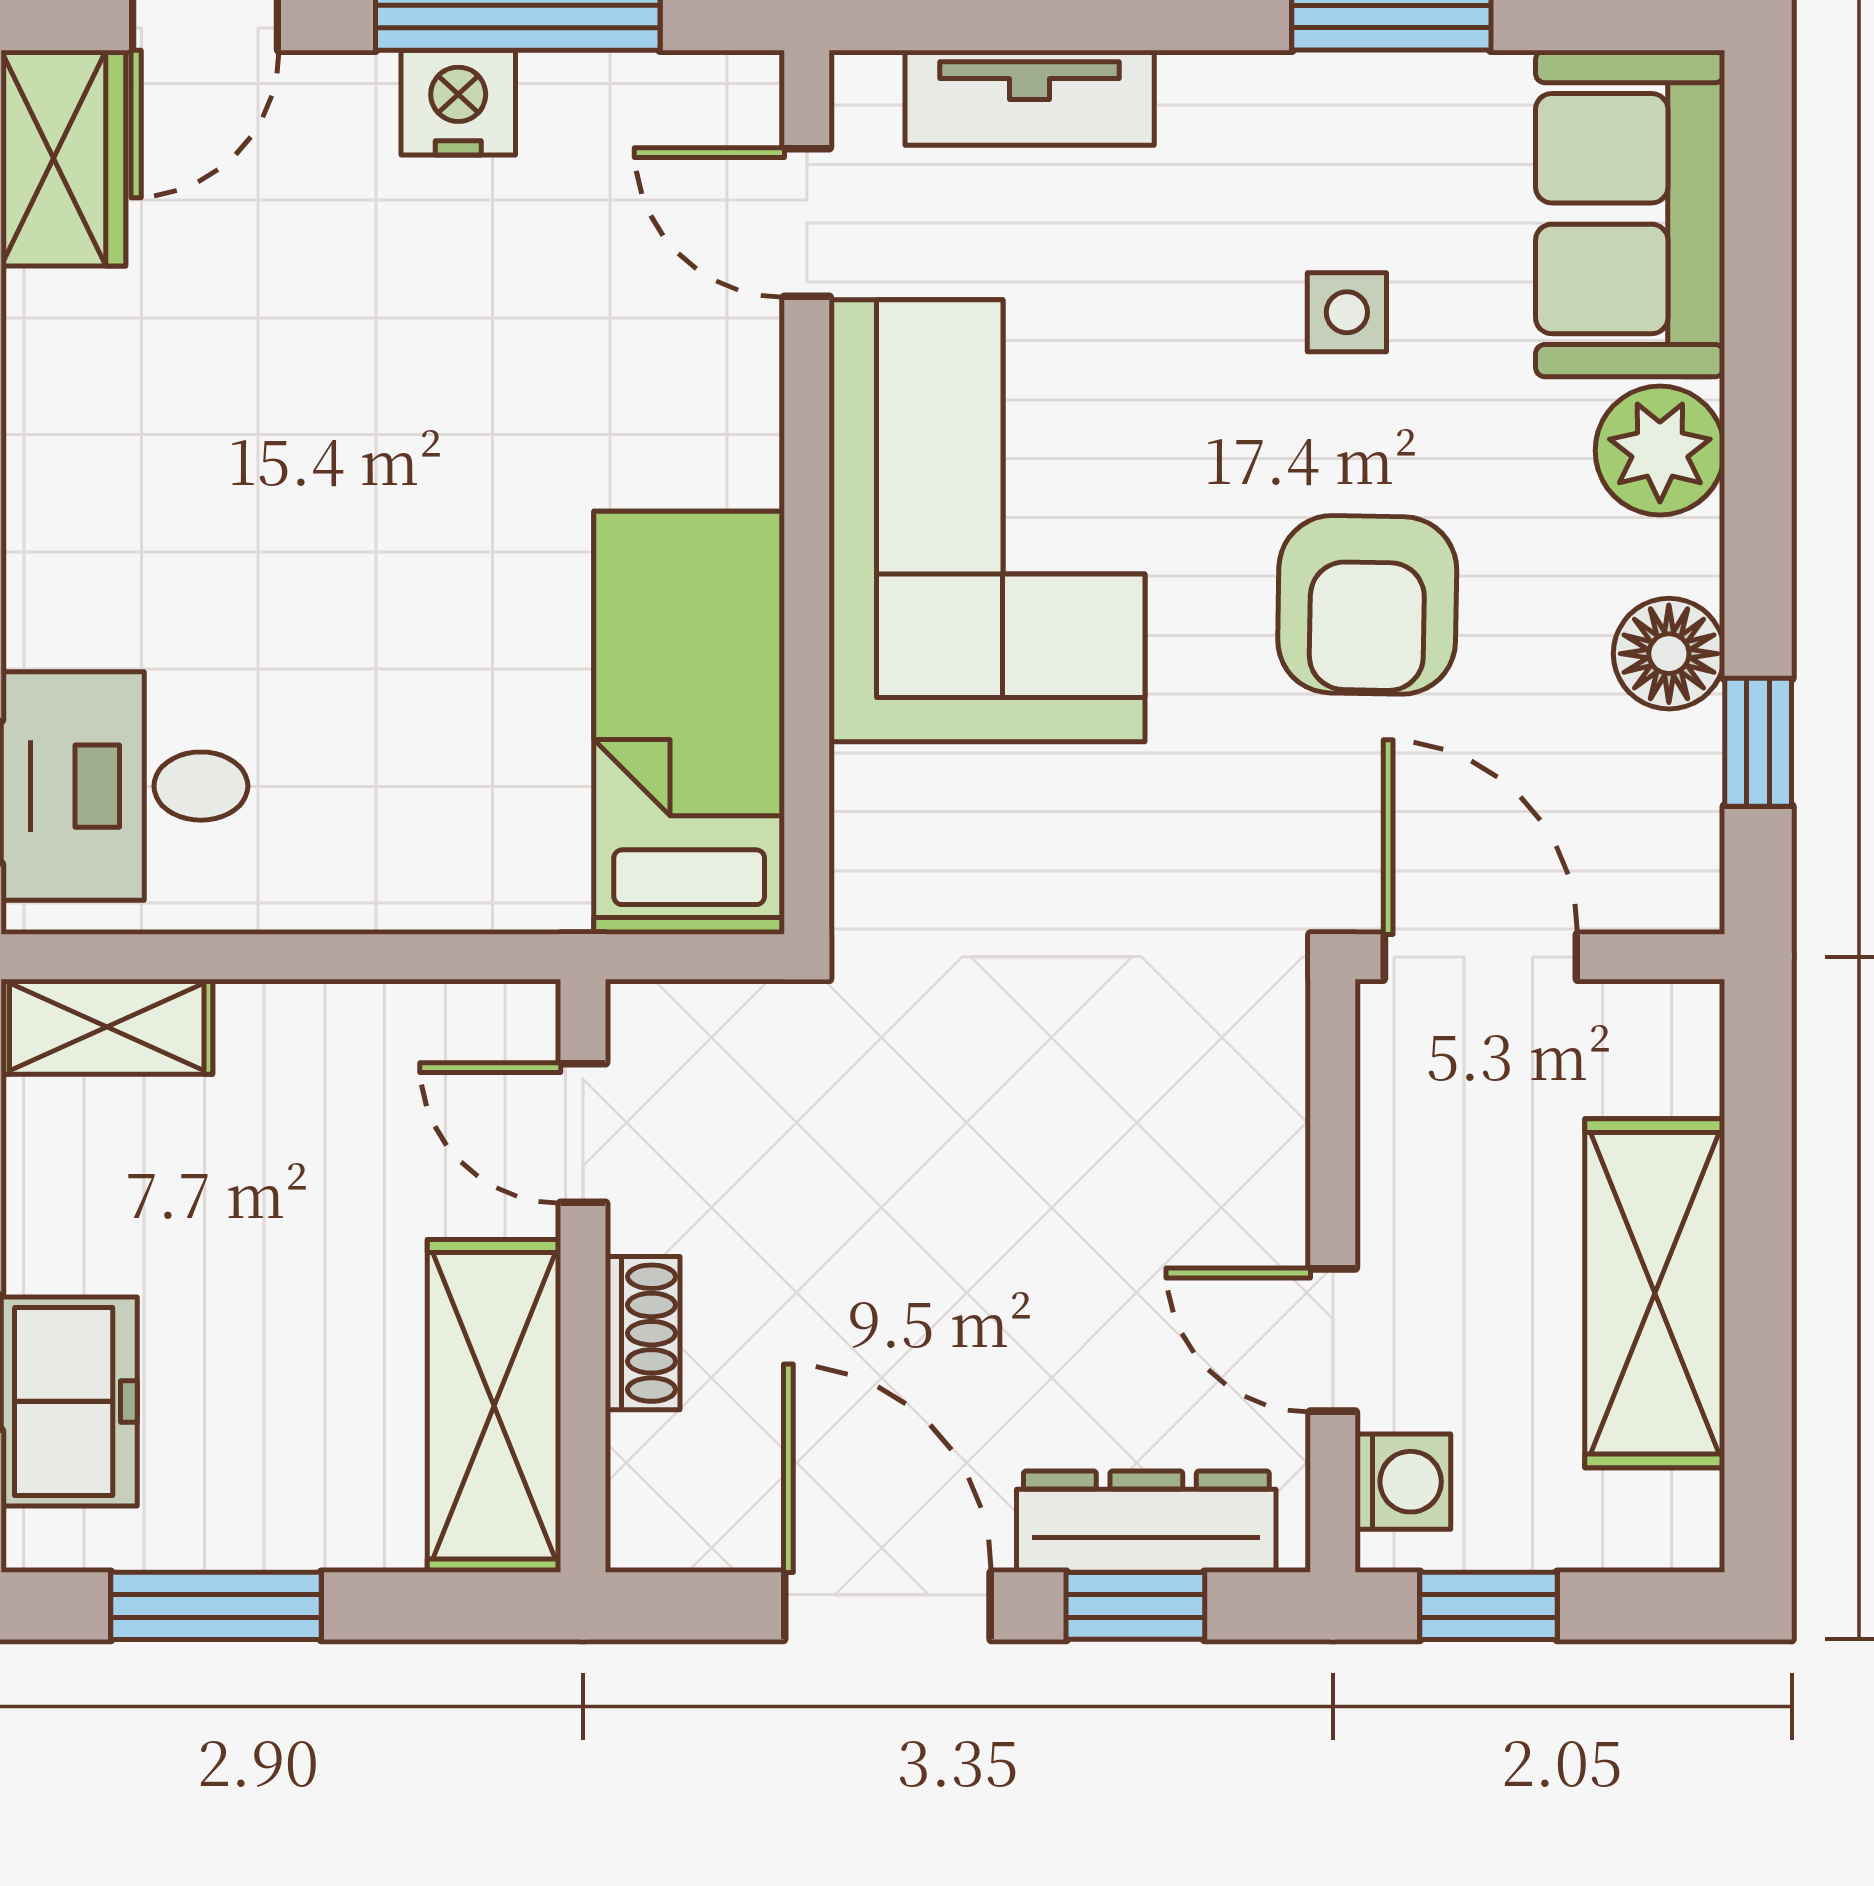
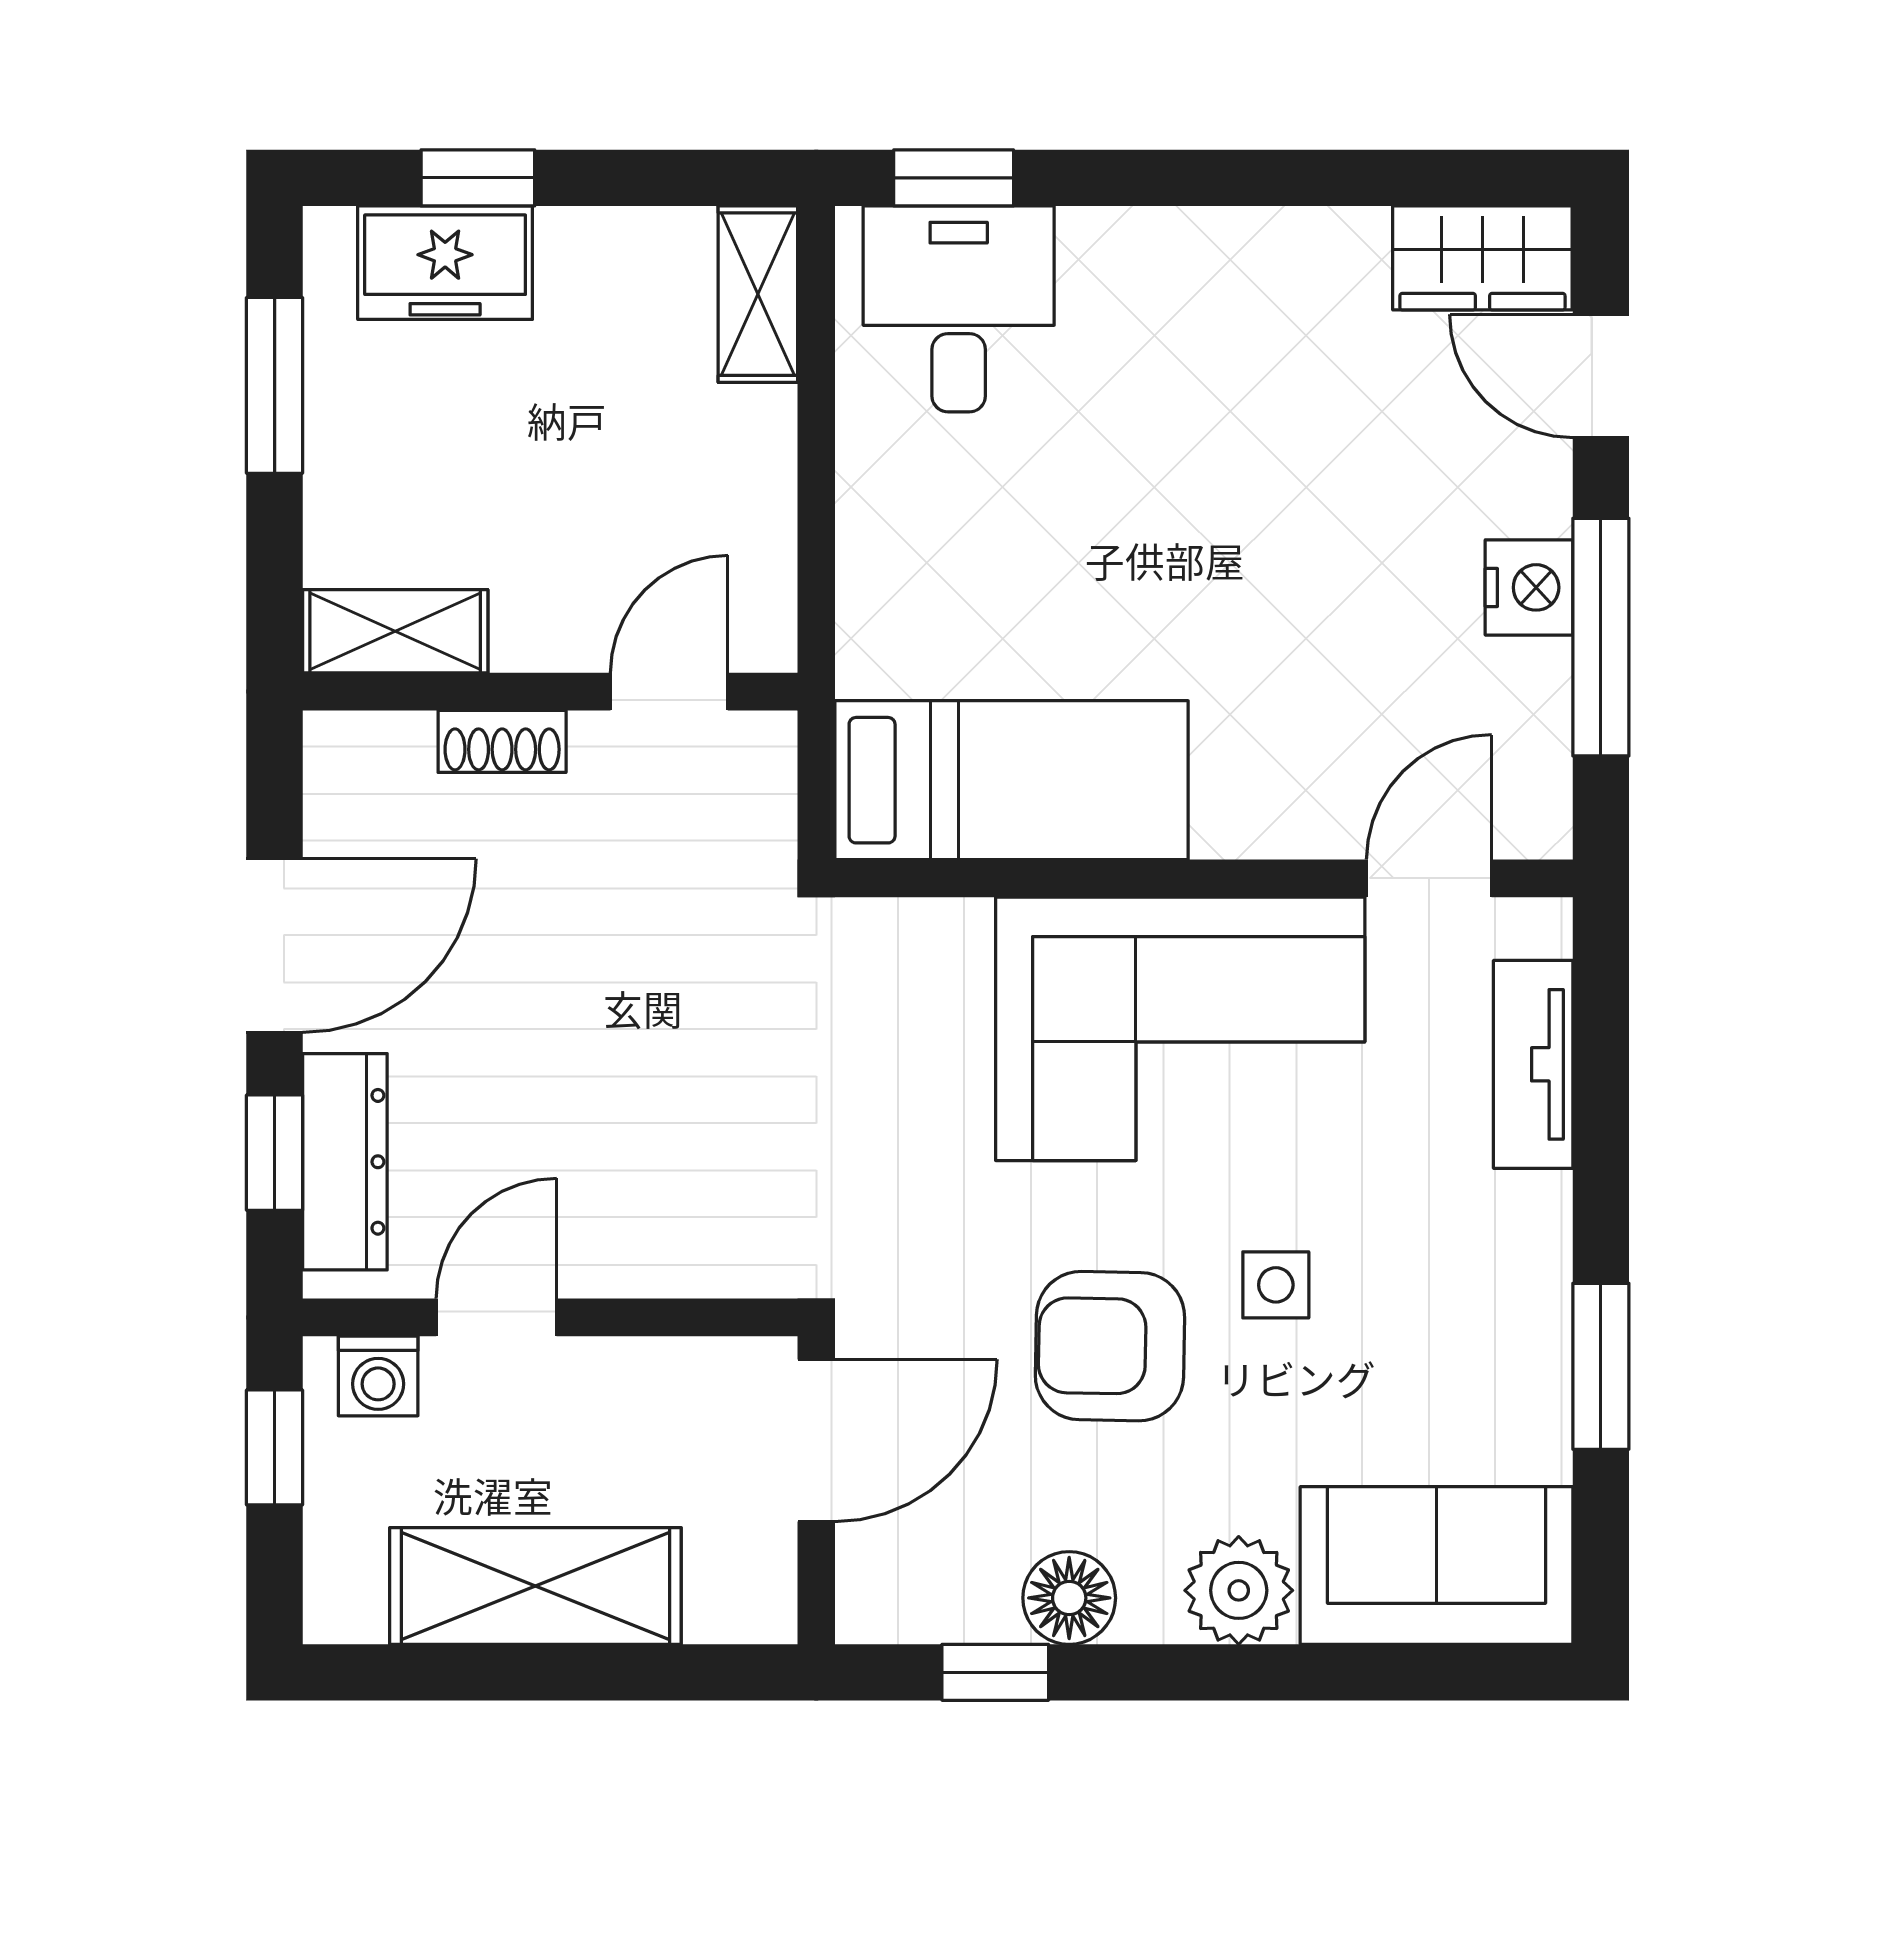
side table: (1347, 312) -> (1276, 1285), moved
shelving: (494, 1406) -> (395, 631), width x0.67, depth x0.75

